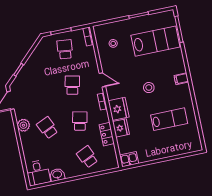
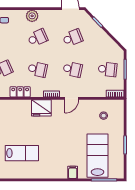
lab bench: (155, 41) -> (97, 156), turned 180
filing cabinet: (181, 79) -> (73, 172), moved
stool: (149, 88) -> (55, 140), removed
school desk: (40, 92) -> (73, 38), added
lab bench: (169, 119) -> (22, 153), turned -90
plant: (23, 125) -> (32, 16), moved
fridge: (121, 128) -> (23, 106), removed

